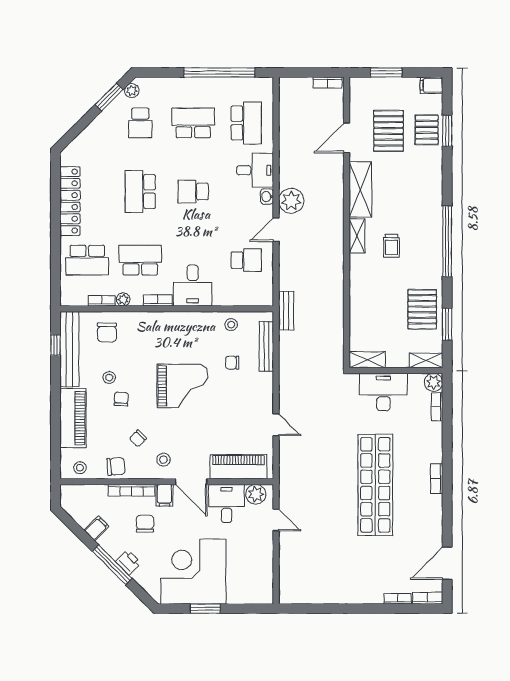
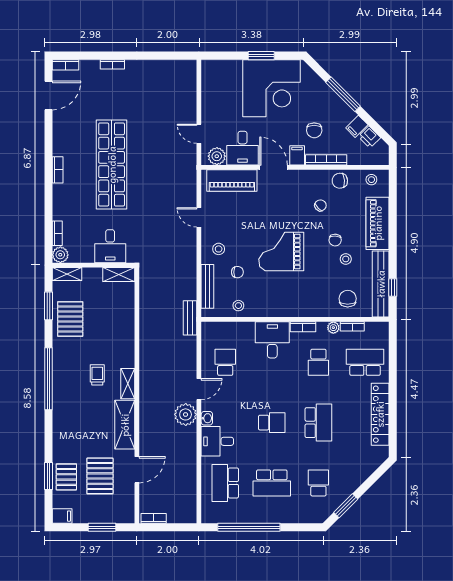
plant: (132, 91) -> (326, 511), removed
school desk: (140, 260) -> (318, 362), width x0.54
school desk: (246, 260) -> (225, 362), turned 90
desk: (383, 392) -> (110, 246), width x0.73
stool: (163, 460) -> (219, 249), moved
printer: (128, 562) -> (369, 137), moved
bookcase: (398, 599) -> (112, 64), moved

